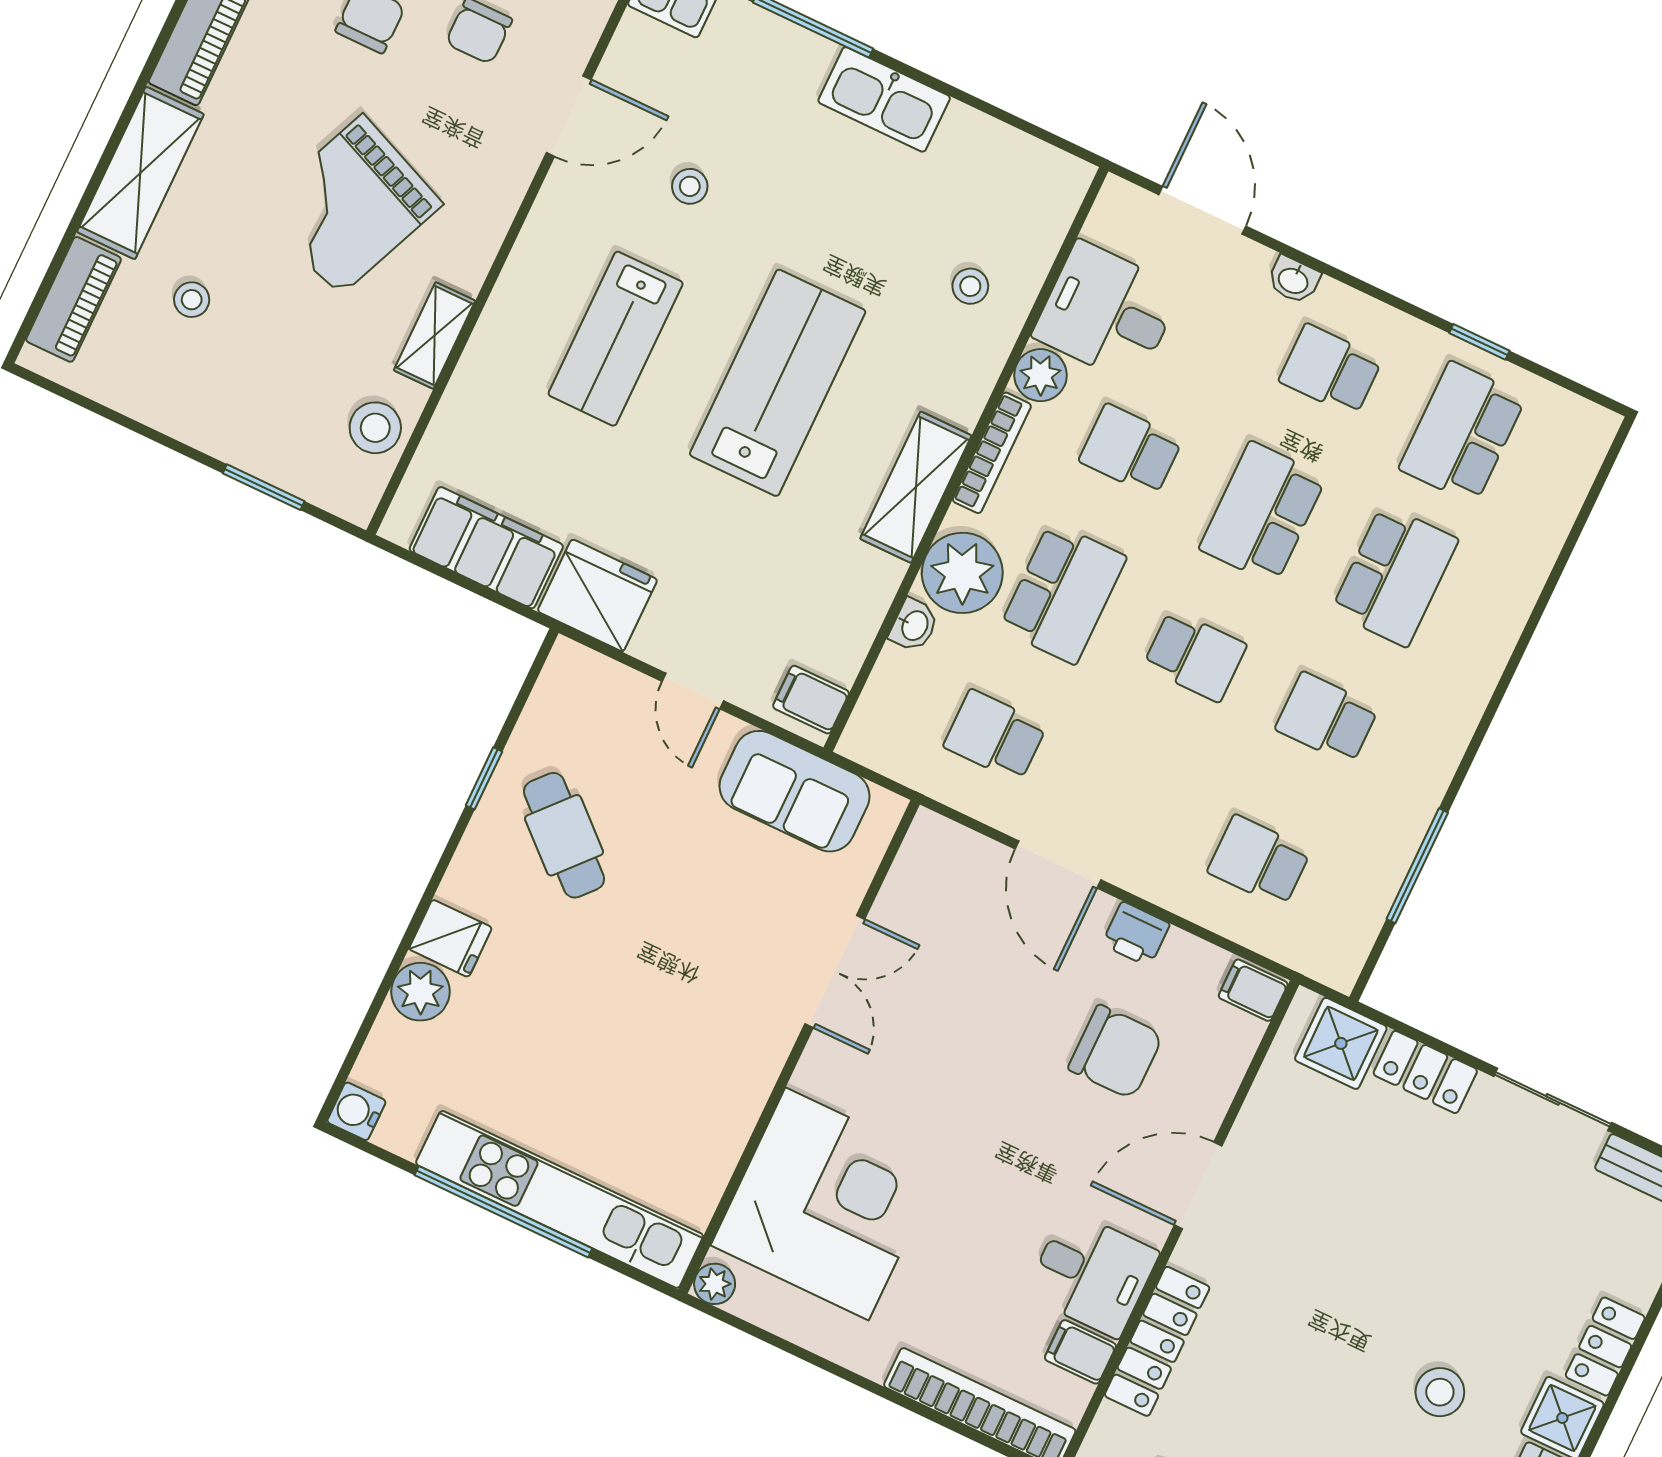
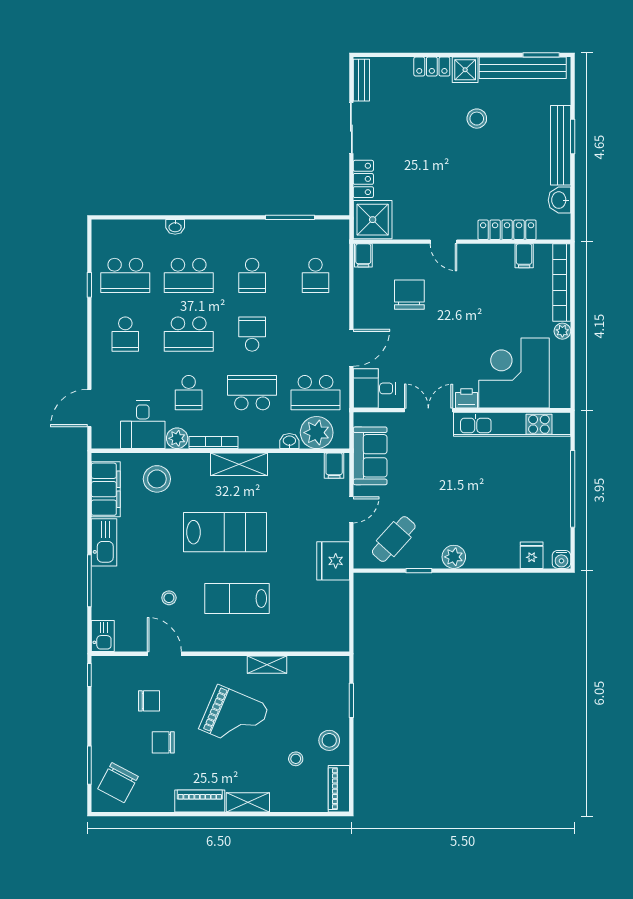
shelving: (140, 173) -> (248, 802), width x0.67, depth x0.75
washbasin: (1294, 280) -> (175, 227), moved, turned 90
stool: (970, 286) -> (157, 479), width x1.89, depth x1.89
piano: (74, 299) -> (339, 789), moved, turned -90
lab bench: (616, 339) -> (237, 598), turned 180
lab bench: (778, 383) -> (225, 532), turned 180
stool: (375, 428) -> (329, 740), moved
filing cabinet: (486, 548) -> (106, 489), moved, turned 180
plant: (962, 573) -> (317, 433), moved
school desk: (1395, 575) -> (189, 275), turned 180
school desk: (995, 736) -> (315, 393), width x1.85
cafe table: (564, 835) -> (394, 539), moved
printer: (1136, 934) -> (466, 398), moved, turned -90
fridge: (450, 938) -> (532, 555), moved
plant: (420, 992) -> (454, 557), moved
shower: (1341, 1043) -> (373, 220), width x1.36, depth x1.36
door: (1198, 1186) -> (444, 242), width x0.73
kitchen unit: (560, 1199) -> (512, 424), moved, turned -90
desk: (1092, 1274) -> (375, 388), moved, turned -90
plant: (715, 1284) -> (562, 331), moved

